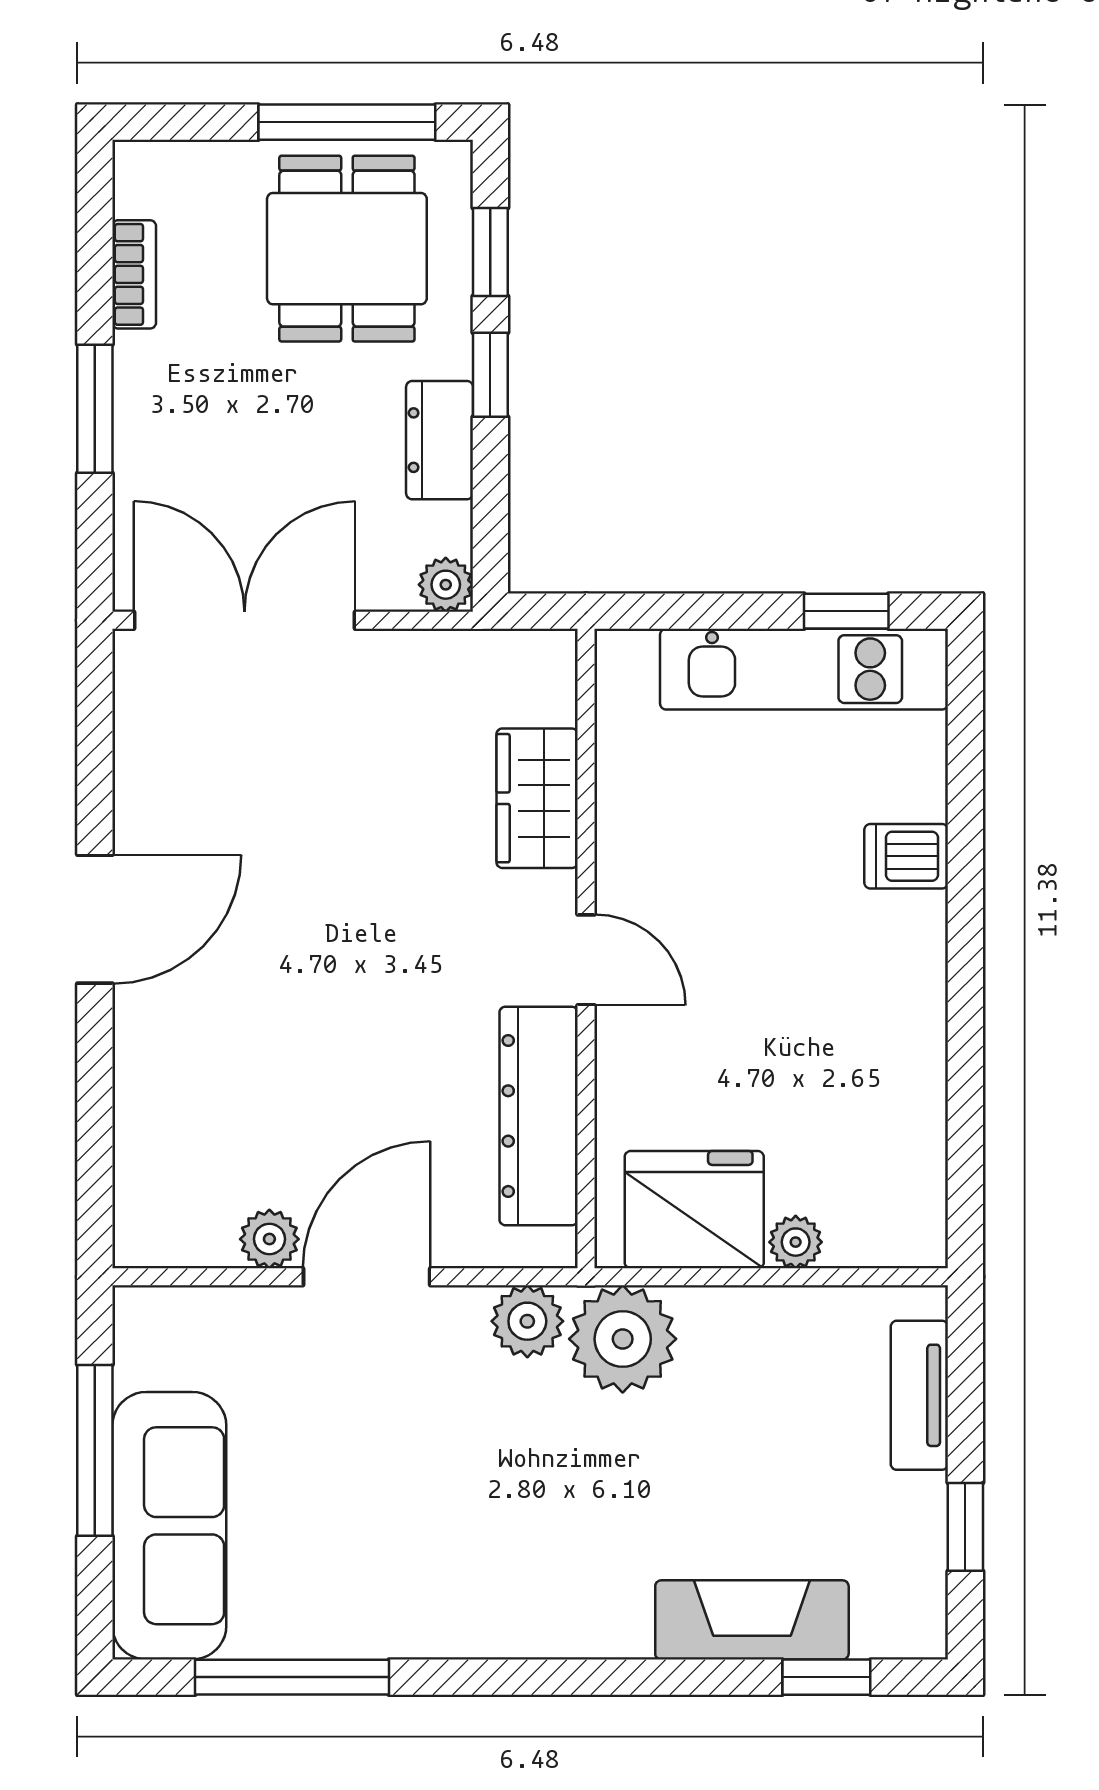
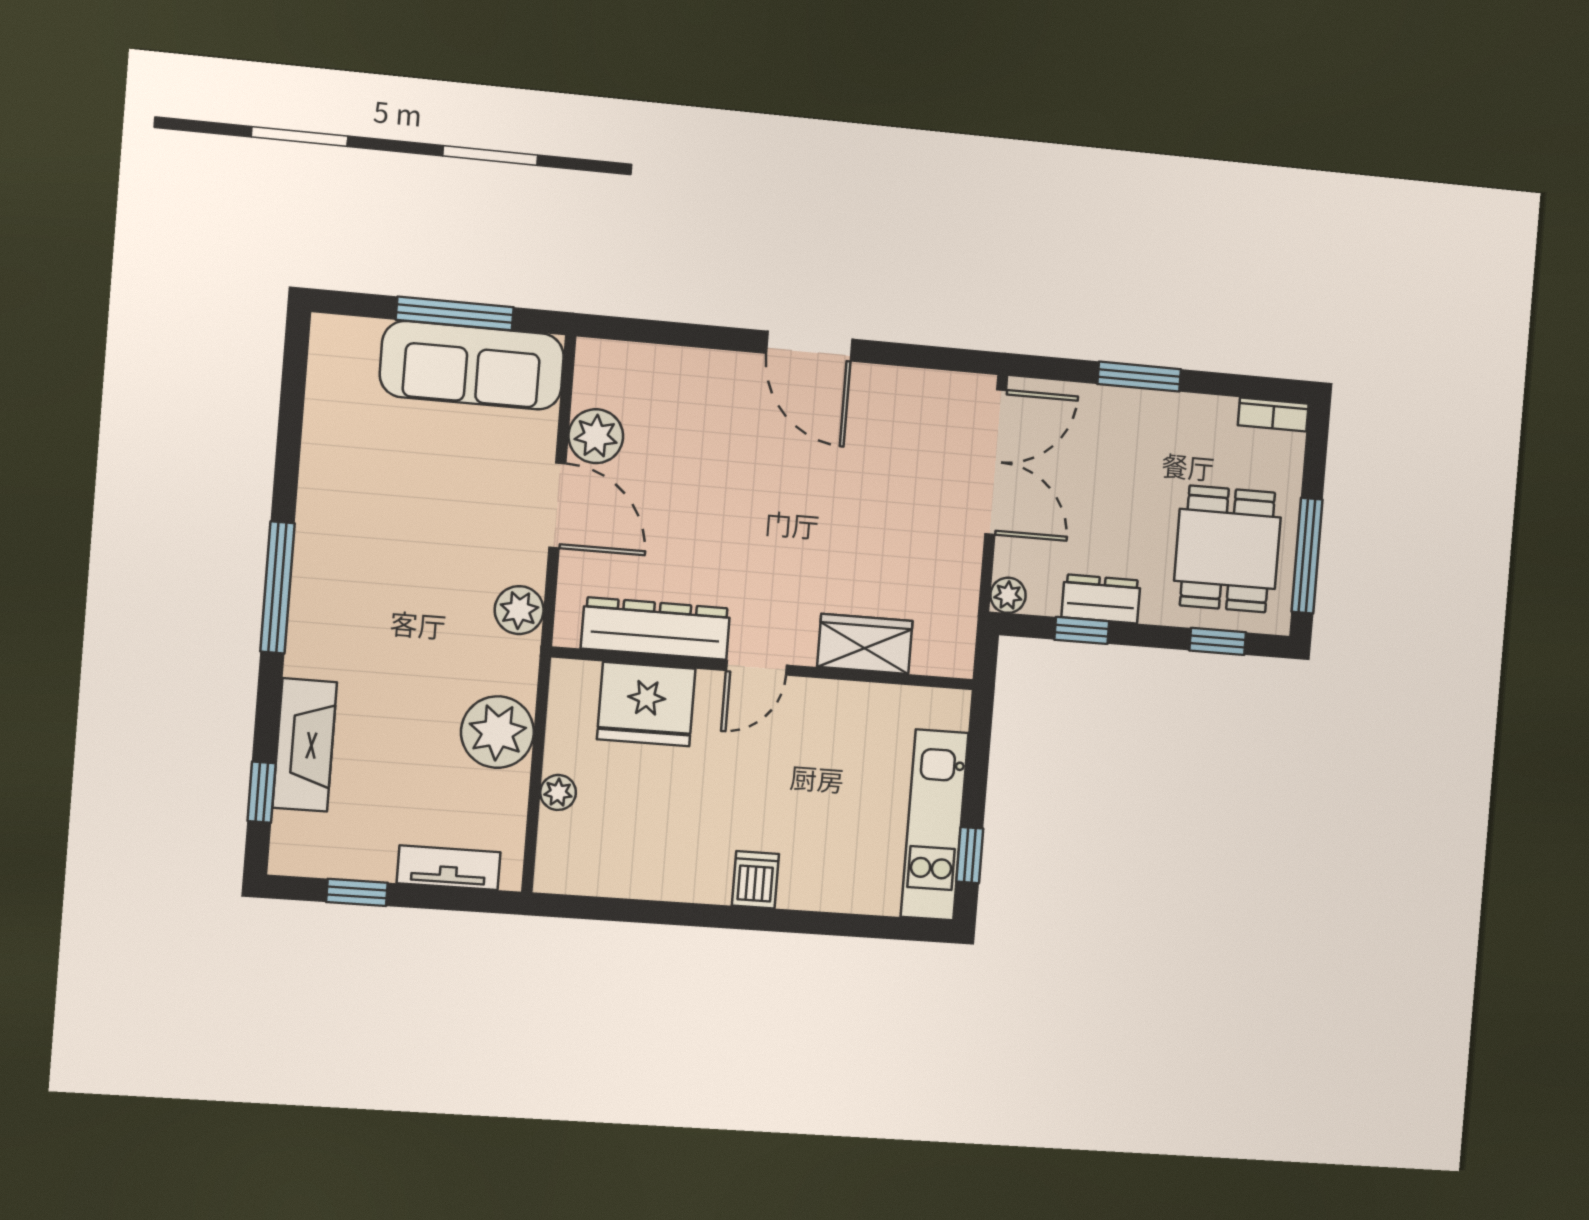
dining table: (347, 249) -> (1227, 549), turned 90
bookcase: (134, 274) -> (1273, 415), moved
window: (490, 375) -> (1082, 630), moved
dishwasher: (906, 856) -> (755, 880), moved
fridge: (694, 1210) -> (646, 704), moved, turned 90
plant: (269, 1239) -> (596, 436), width x1.38, depth x1.38
plant: (623, 1339) -> (497, 732), moved
sofa: (169, 1526) -> (472, 365), moved
window: (292, 1677) -> (278, 587), moved

